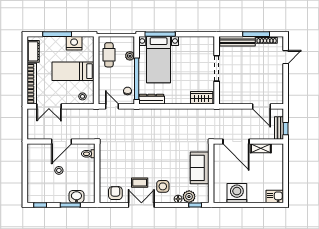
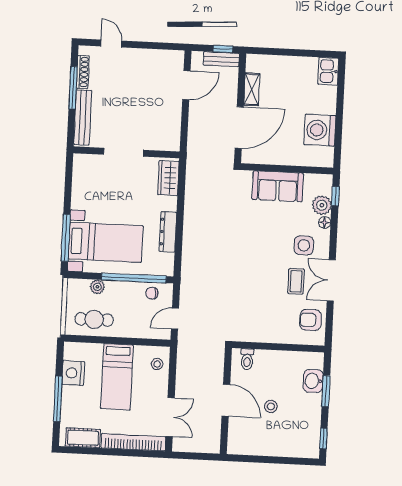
dresser: (152, 99) -> (168, 232), moved

